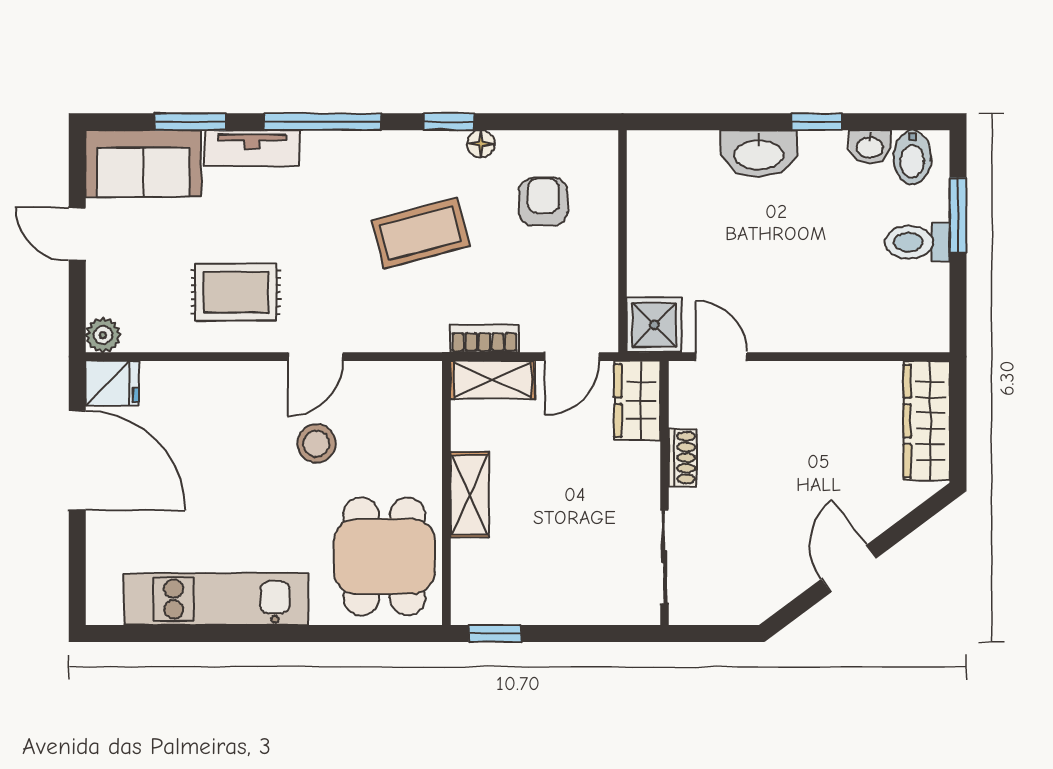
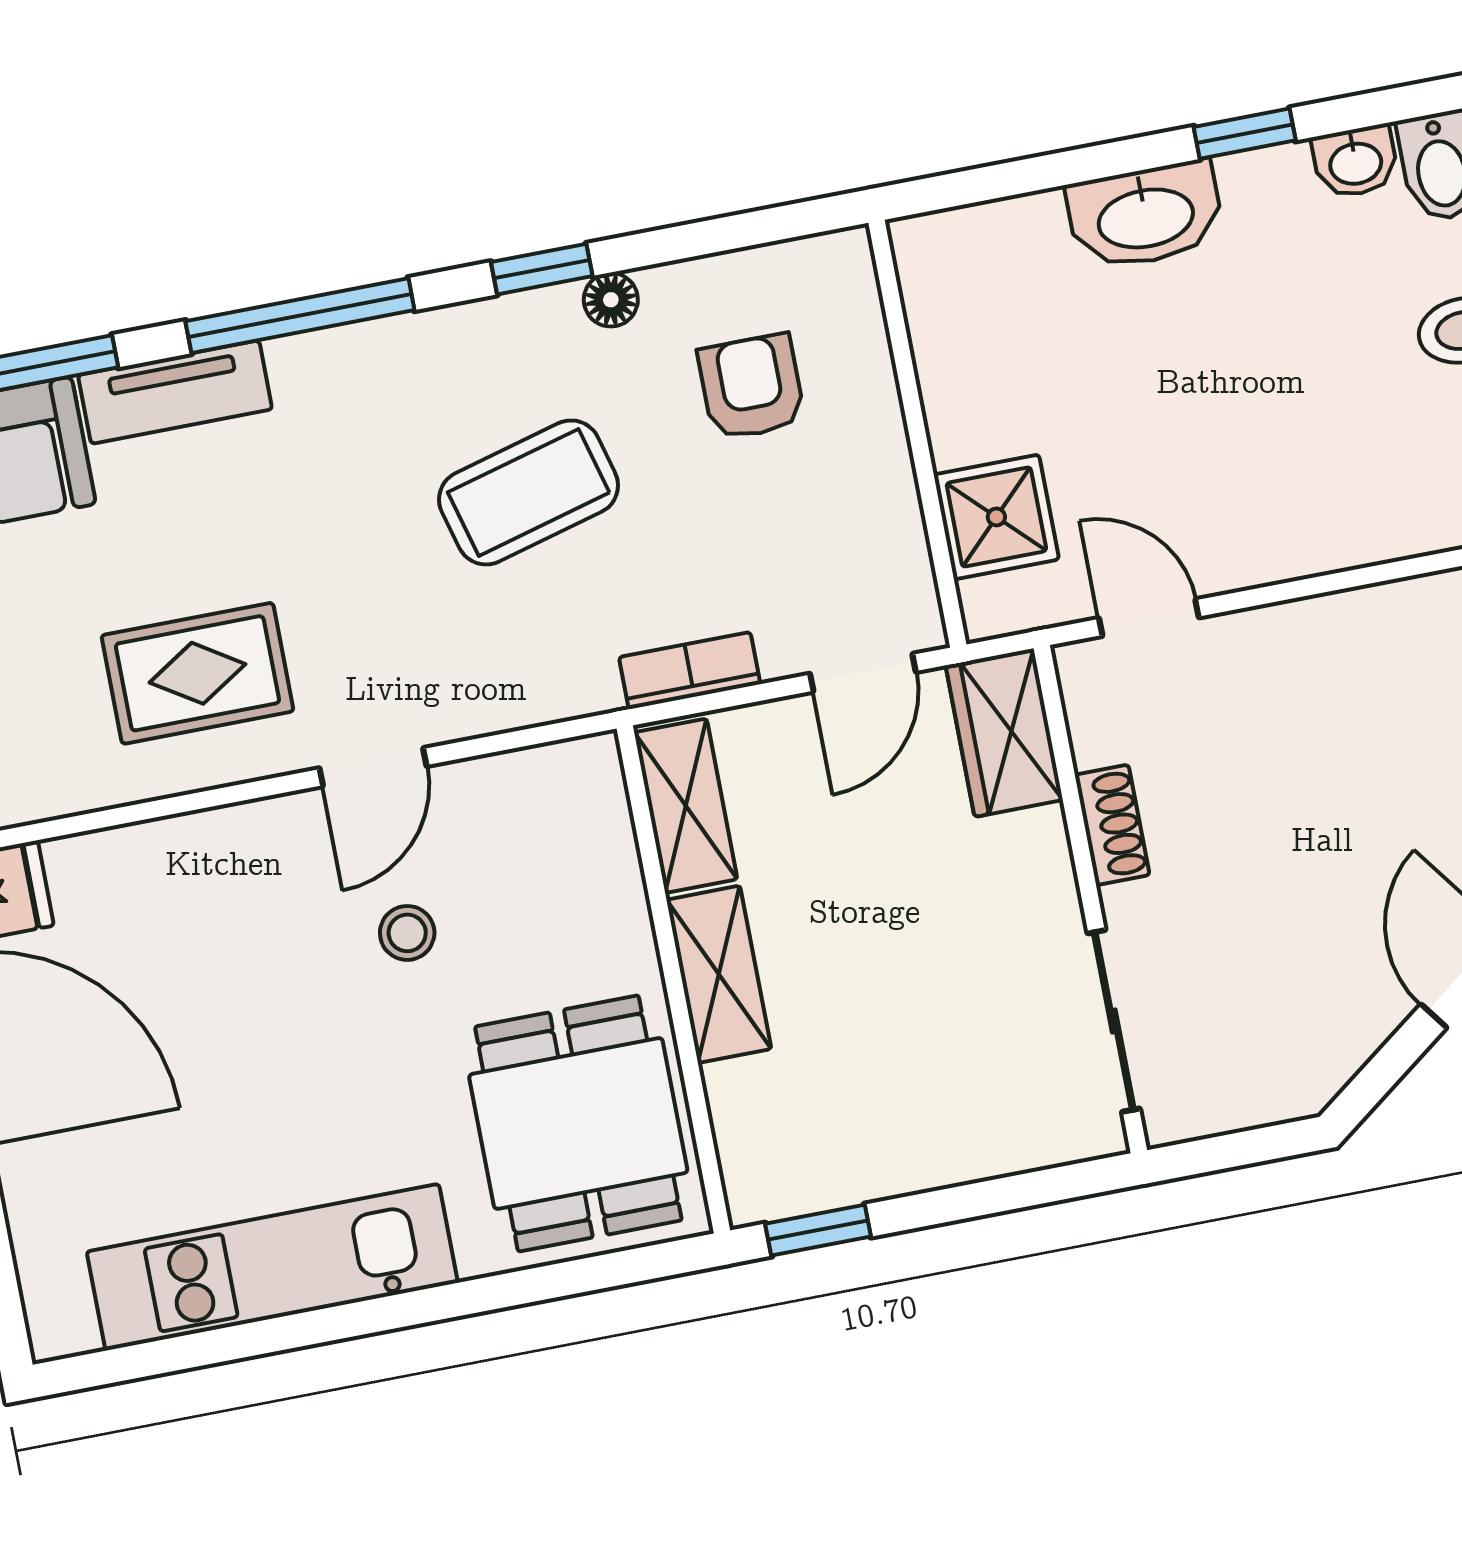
shower: (654, 325) -> (996, 517), moved
shelving: (493, 380) -> (686, 806), moved, turned 90
stool: (317, 444) -> (407, 933), width x0.73, depth x0.73

